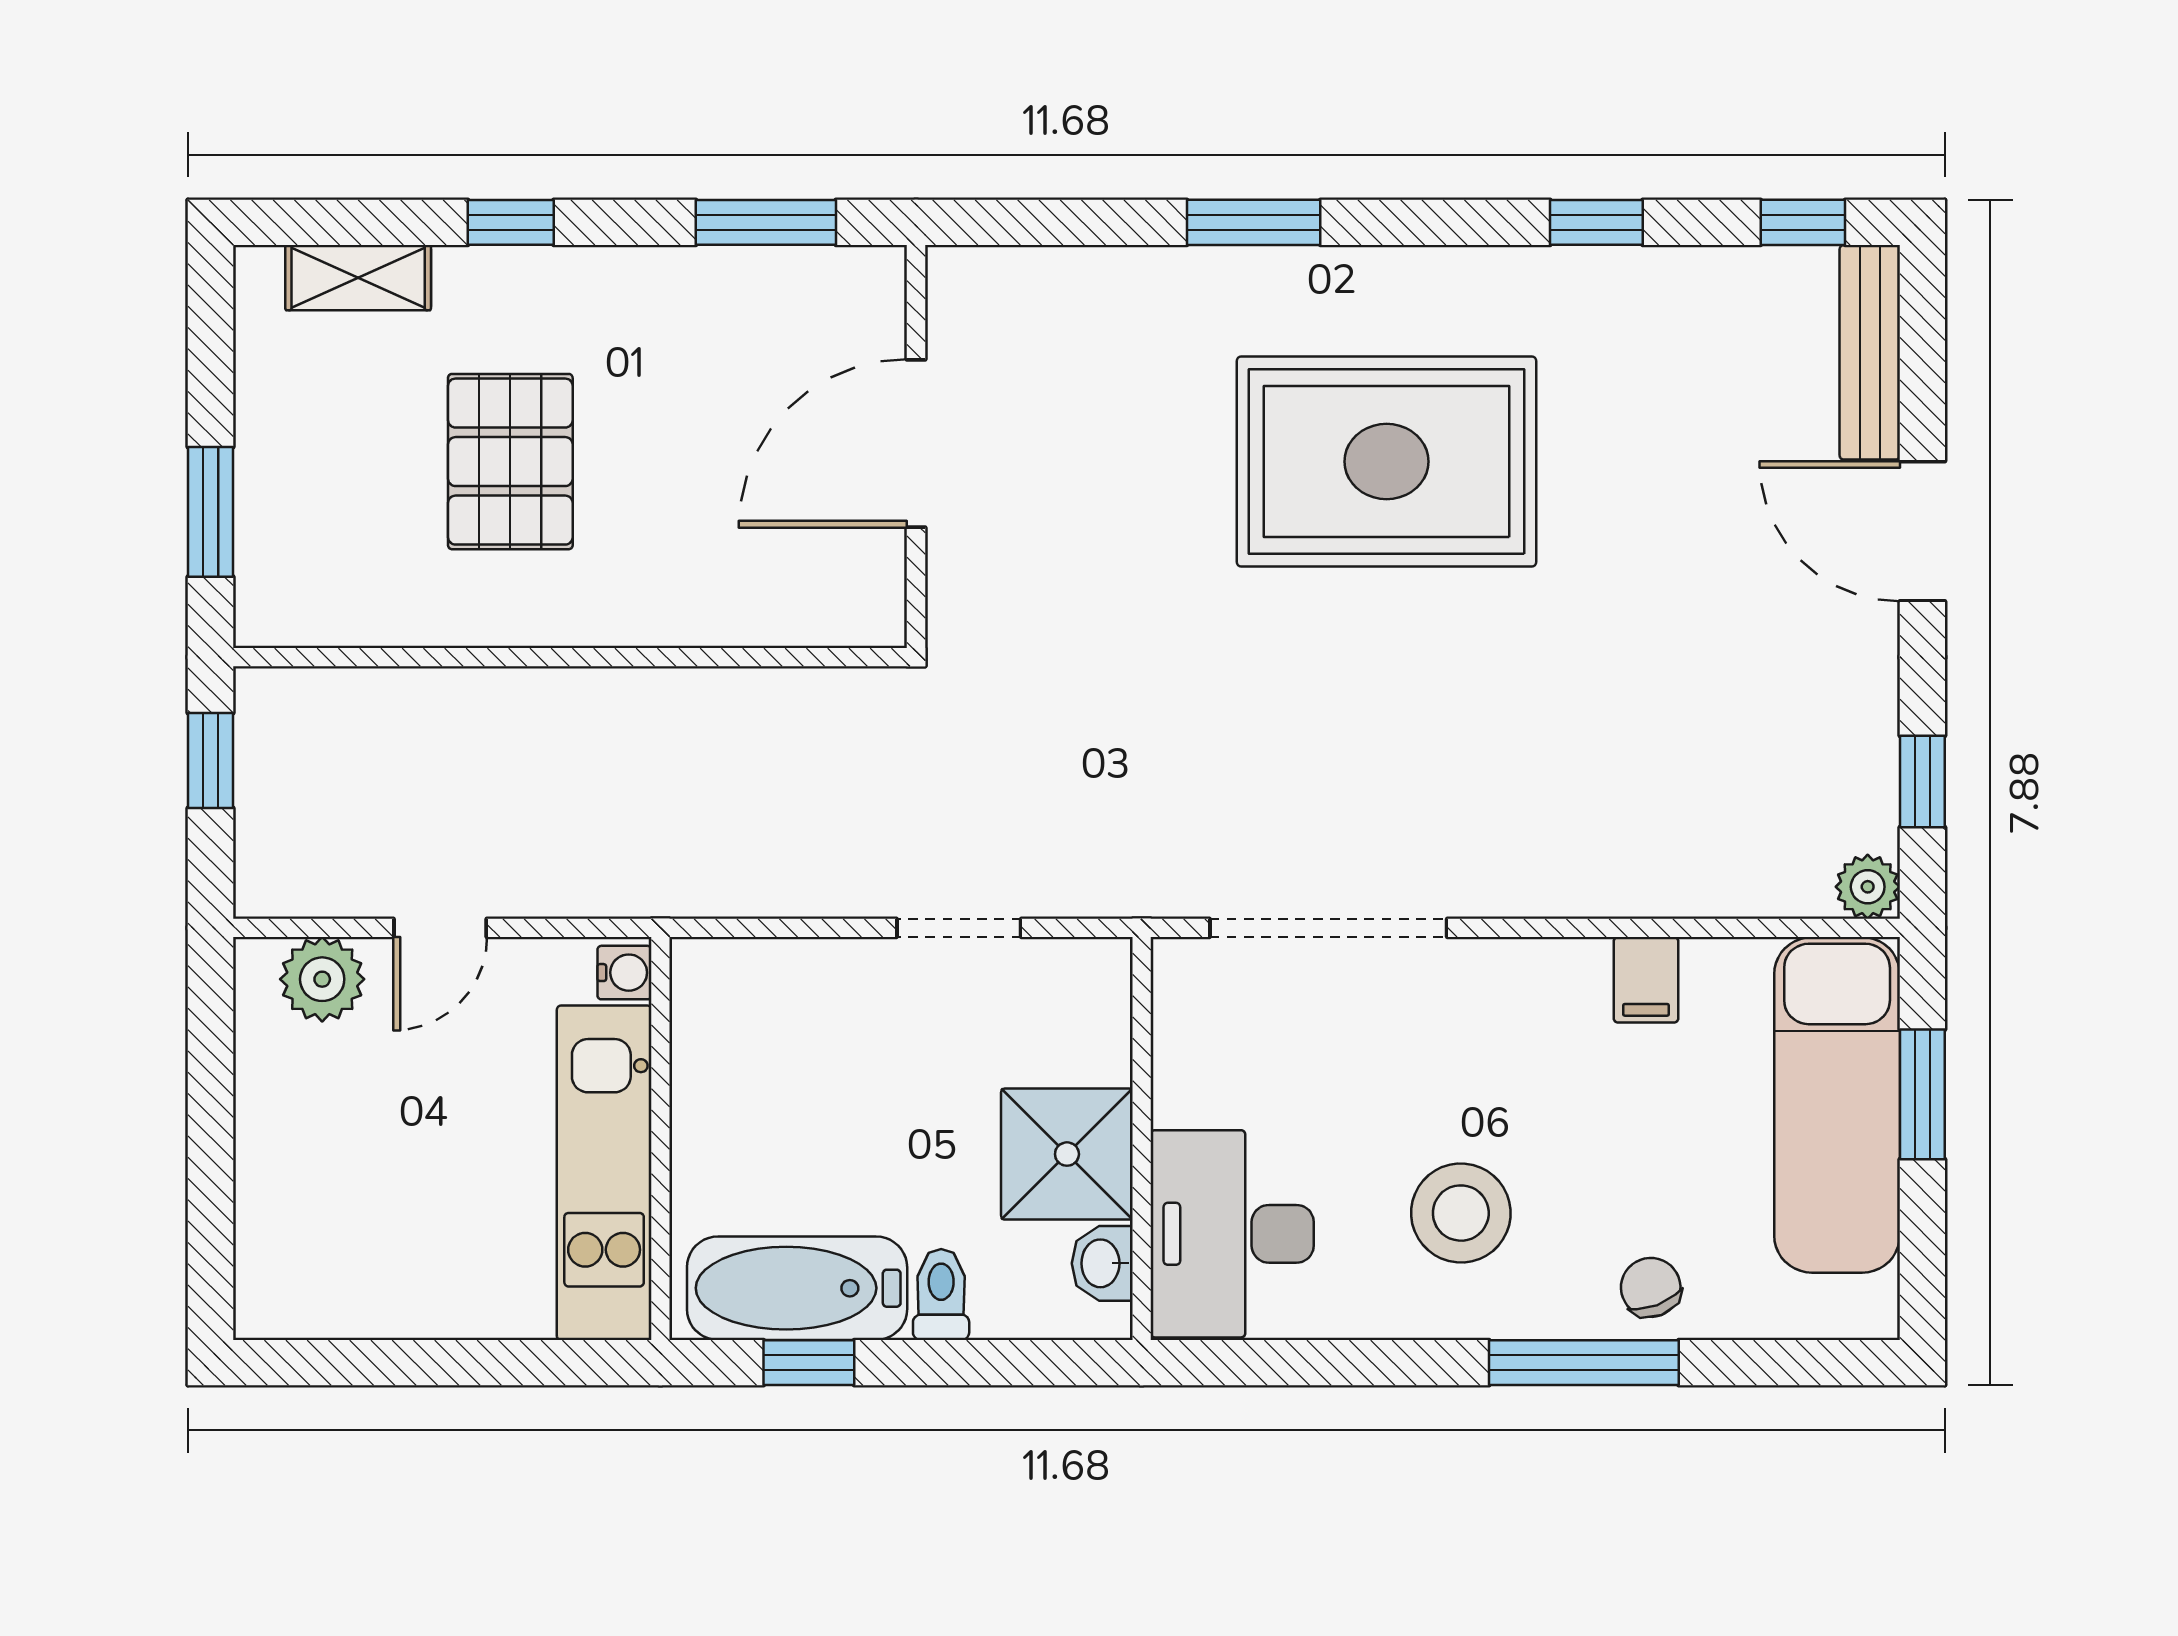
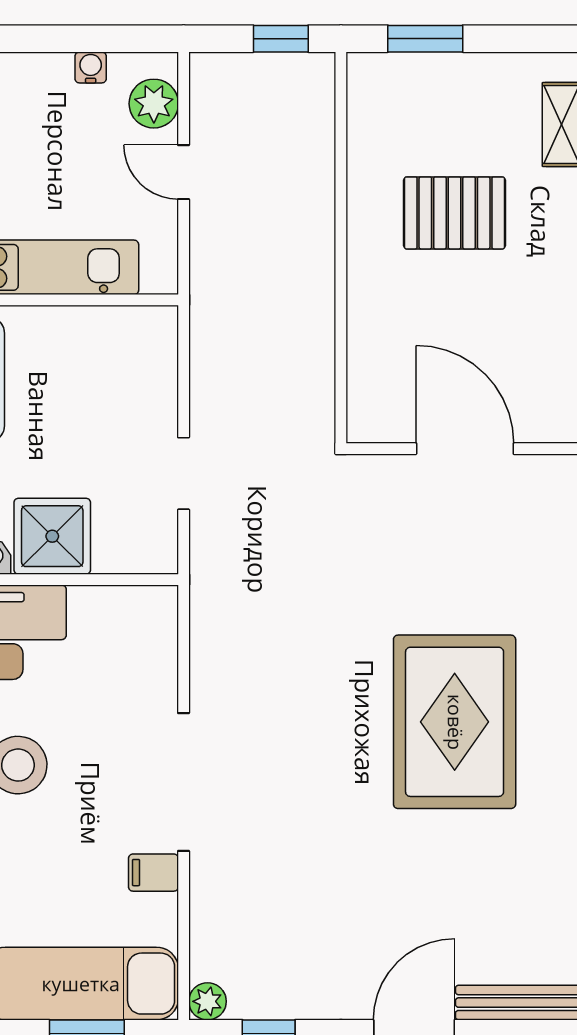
doorway: (1328, 928) -> (184, 782), moved
water cooler: (624, 973) -> (91, 67), moved, turned 180

